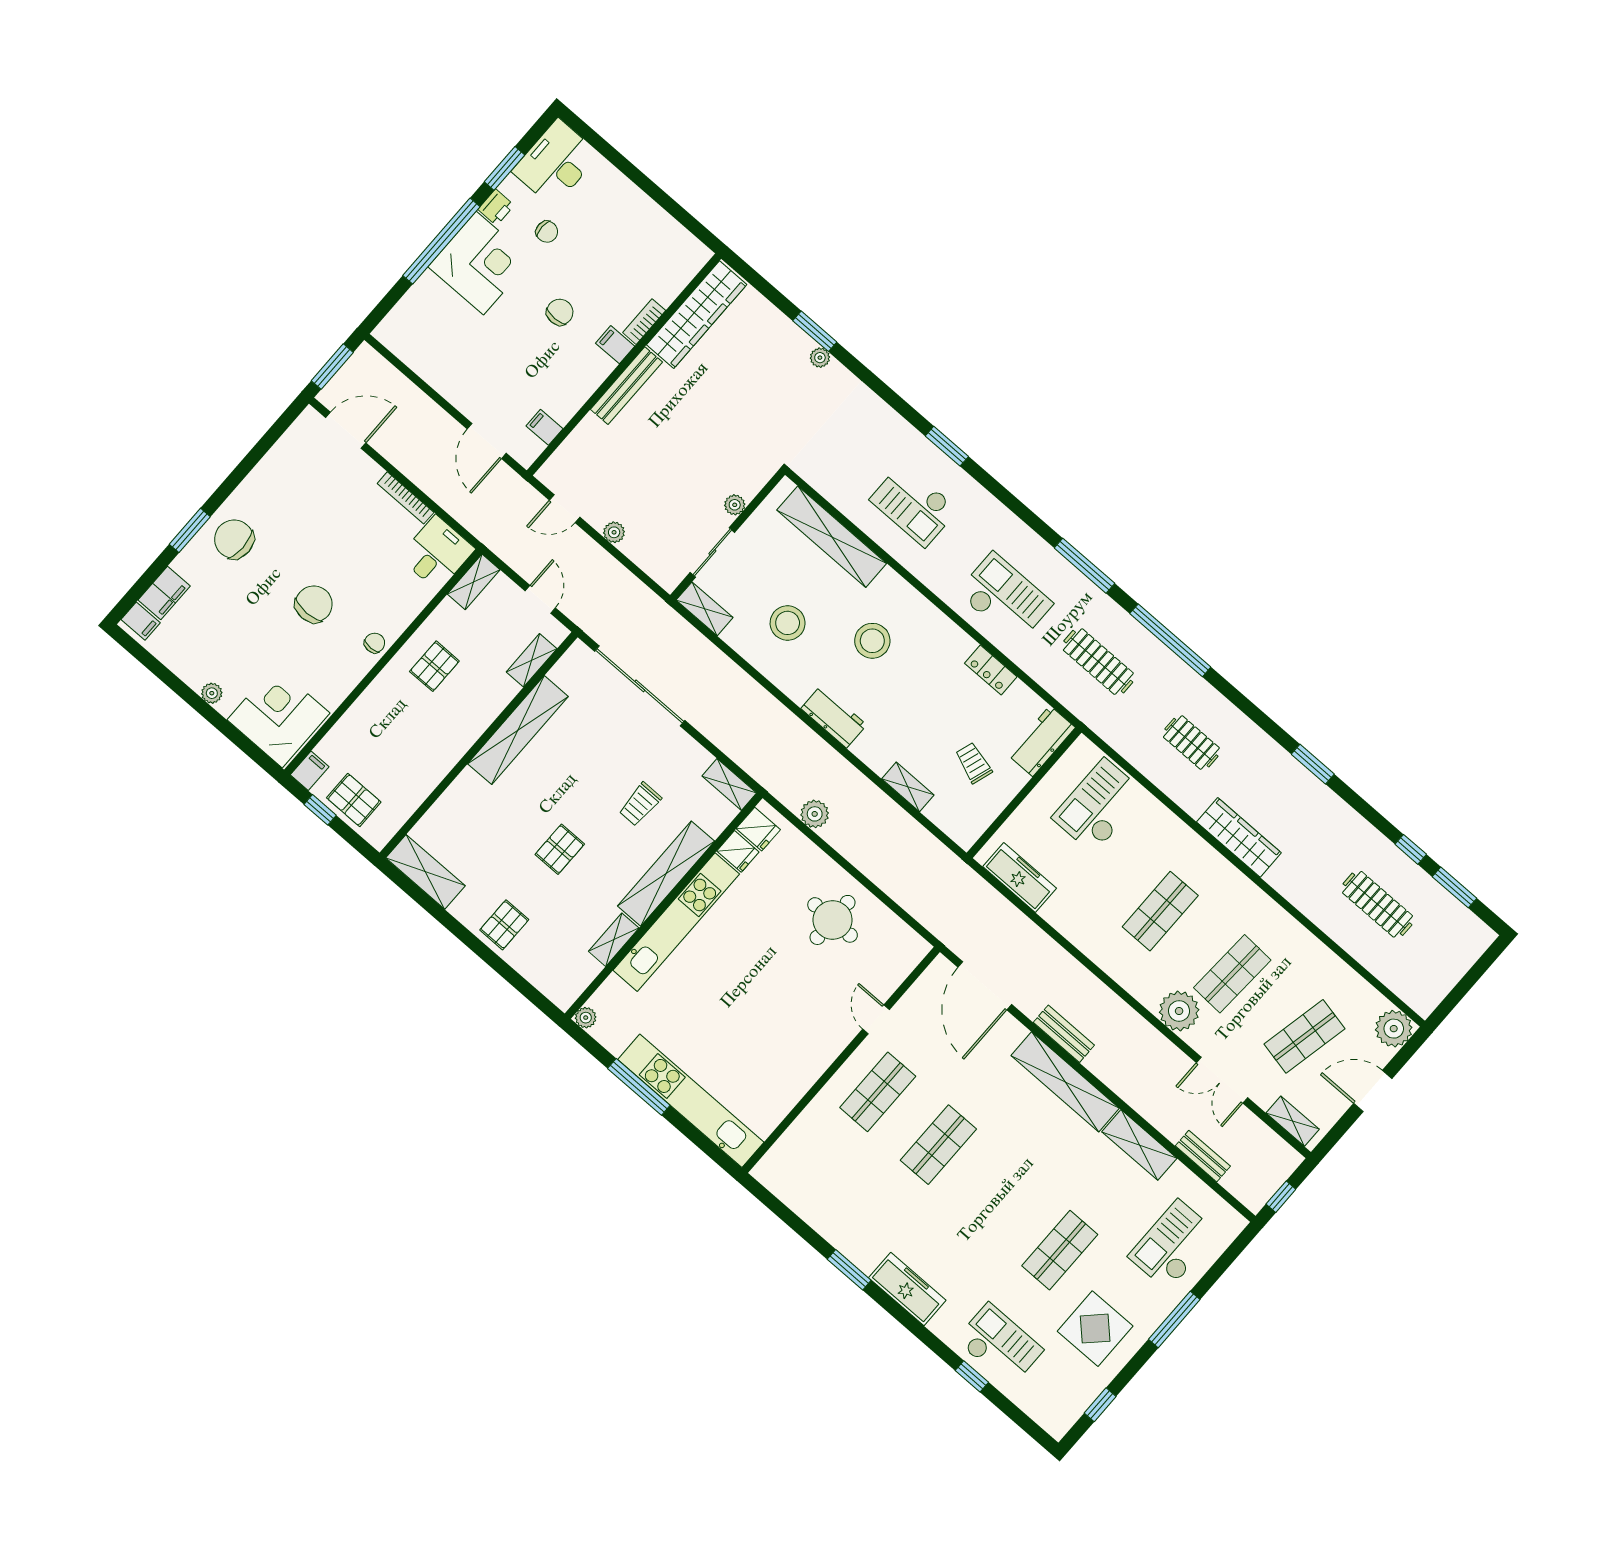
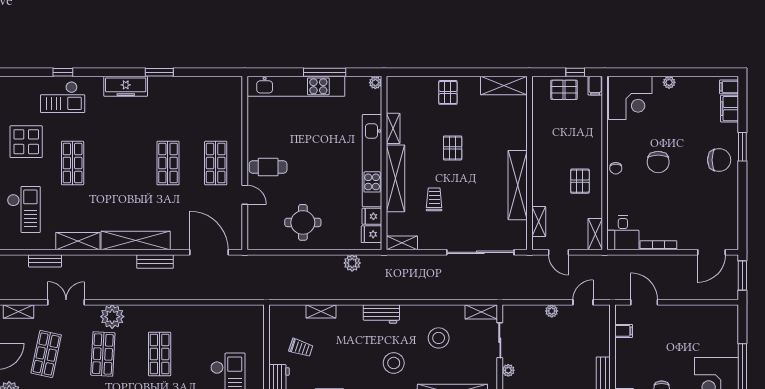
freezer: (1020, 877) -> (236, 314), removed
cafe table: (815, 1029) -> (268, 167), added

